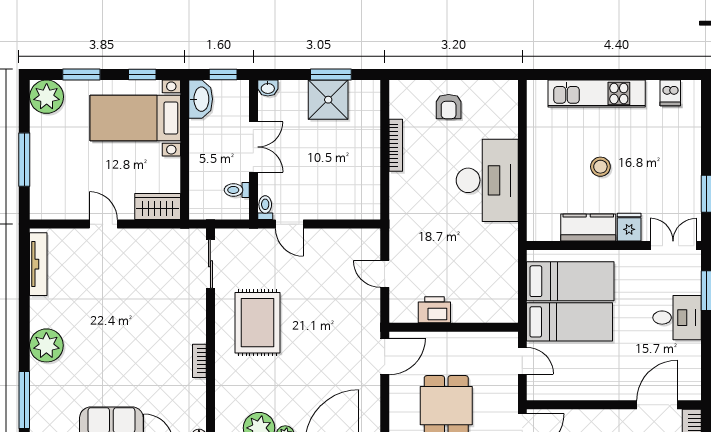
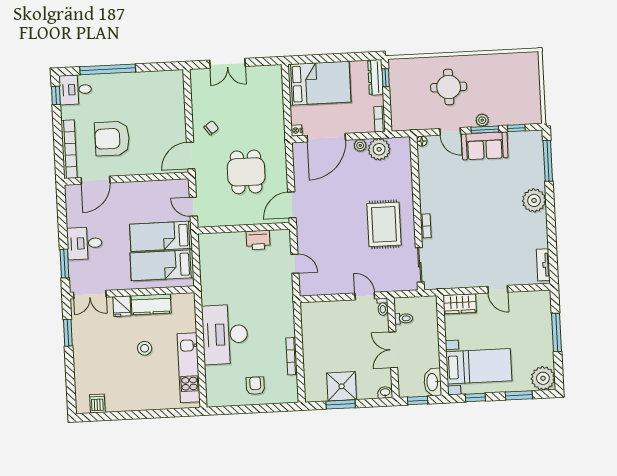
kitchen unit: (597, 94) -> (189, 368), moved, turned -90
tv unit: (38, 264) -> (543, 265), width x0.71
bookcase: (199, 361) -> (426, 226), moved

